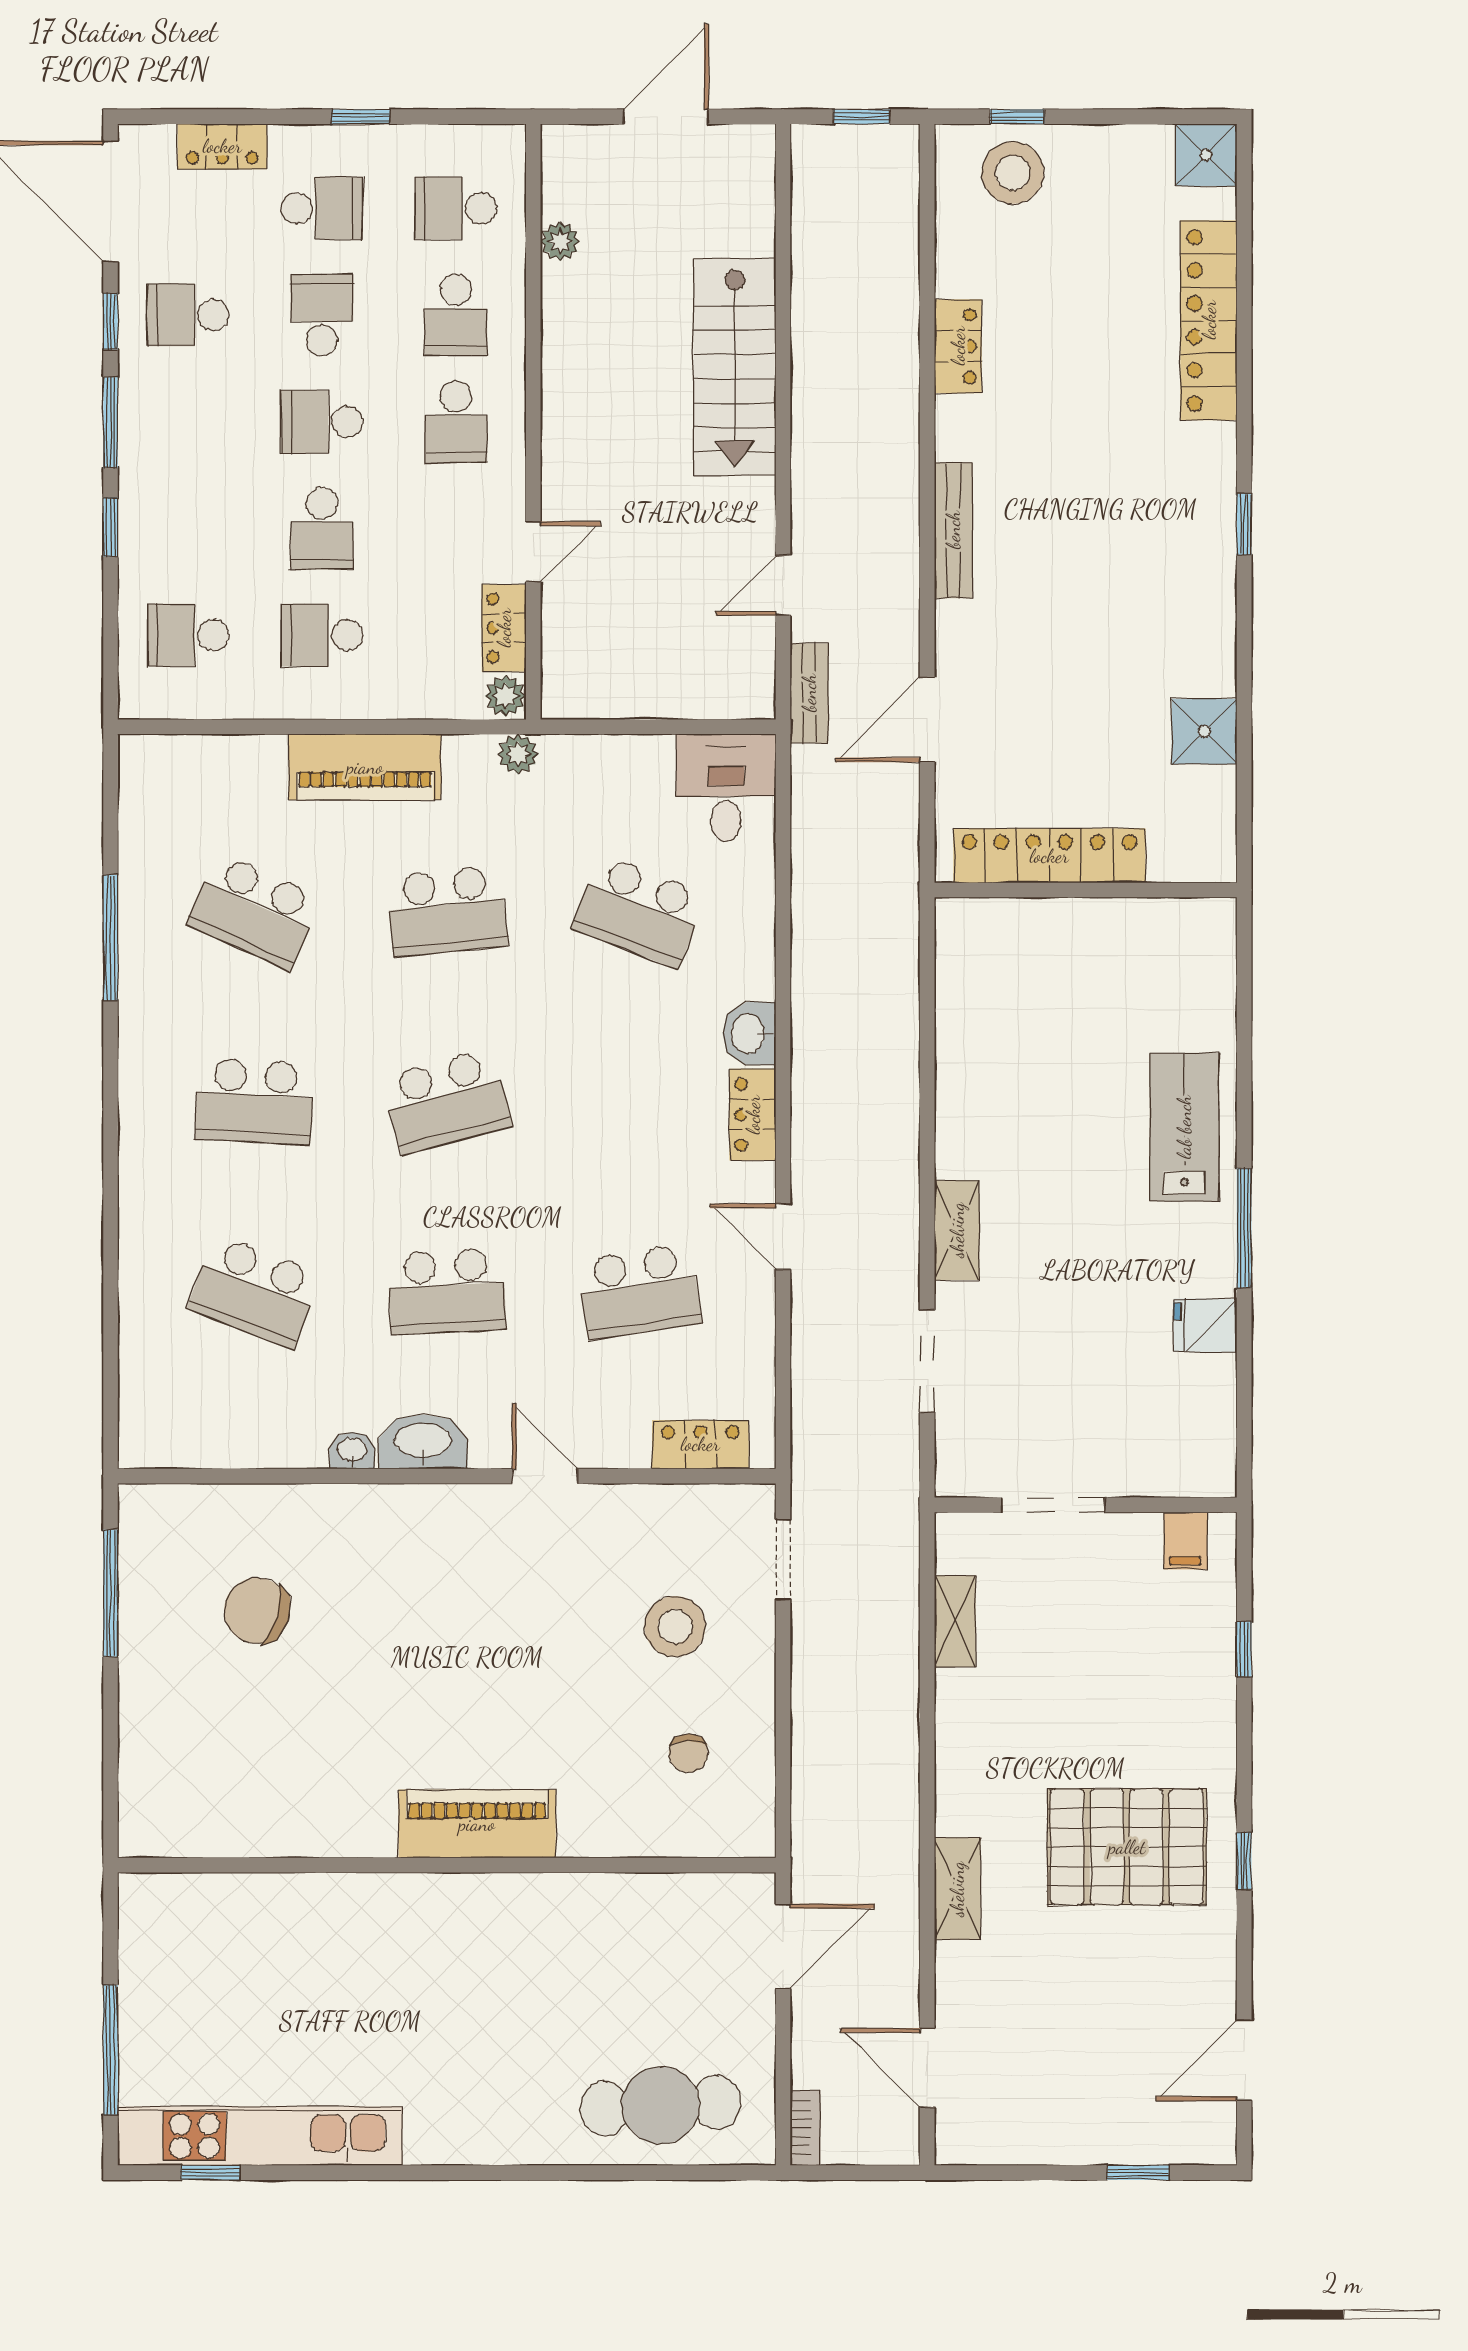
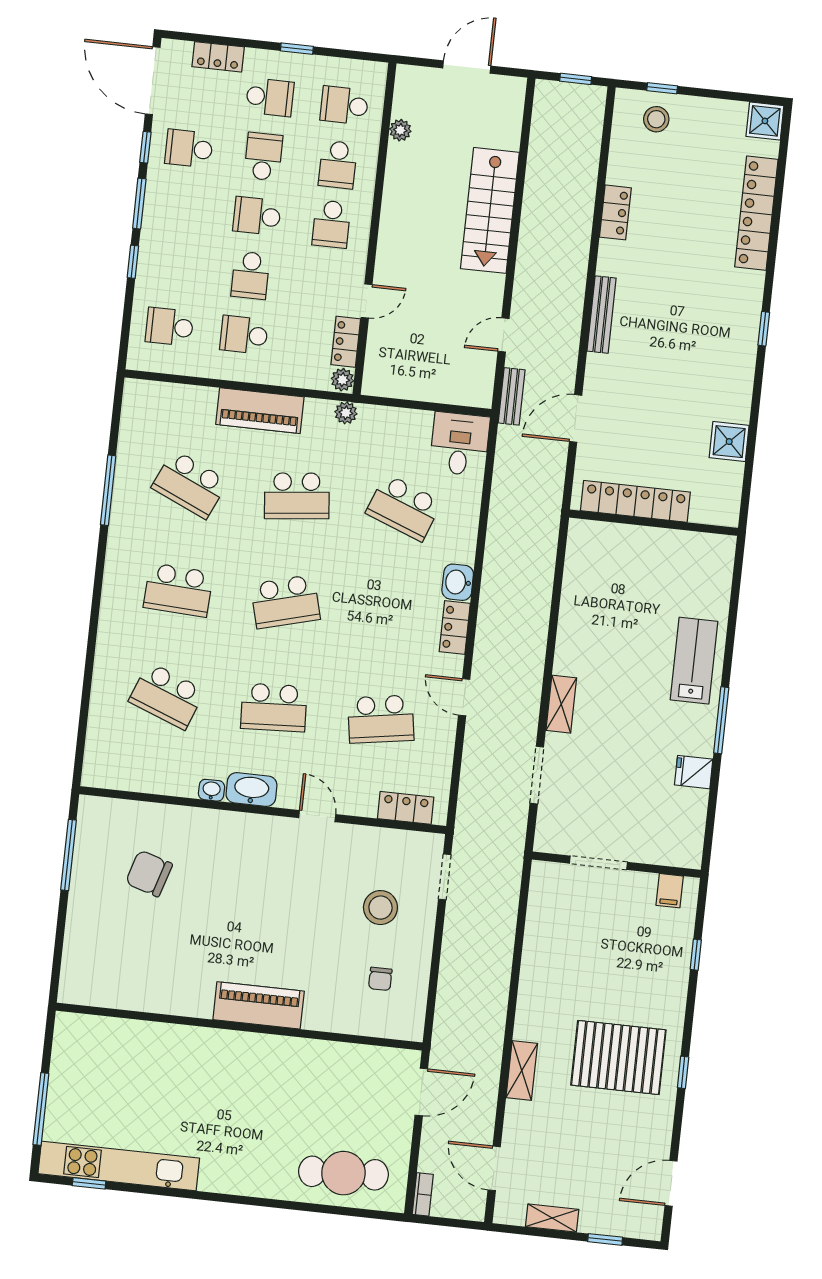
stool: (1013, 173) -> (656, 119), width x0.73, depth x0.73
shelving: (955, 1621) -> (552, 1218), moved, turned 90

